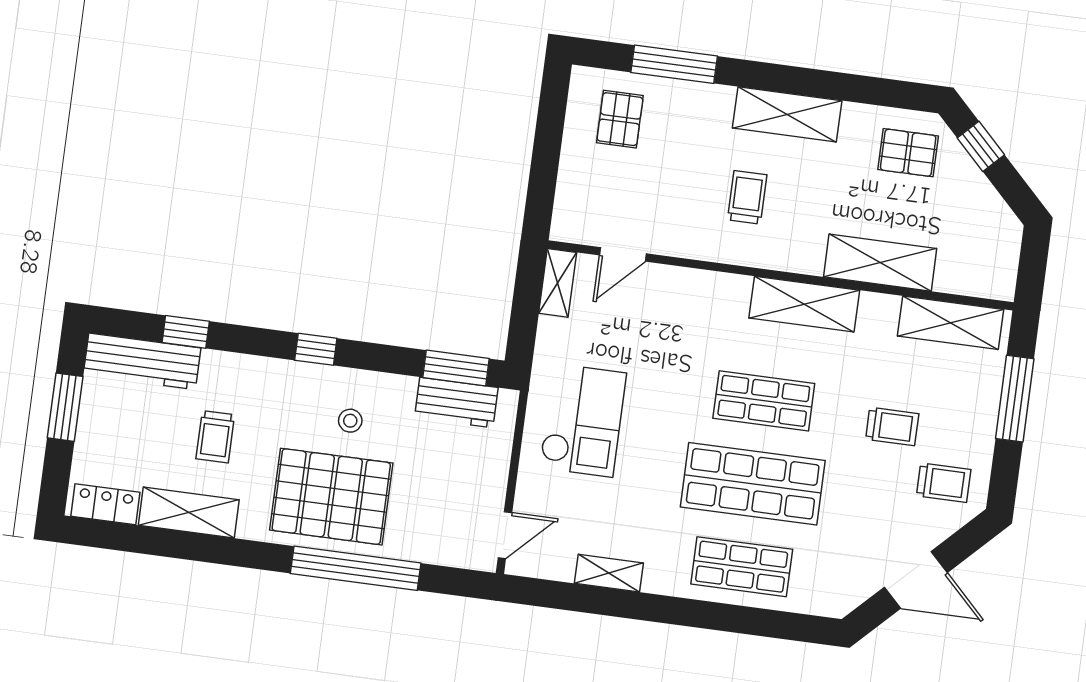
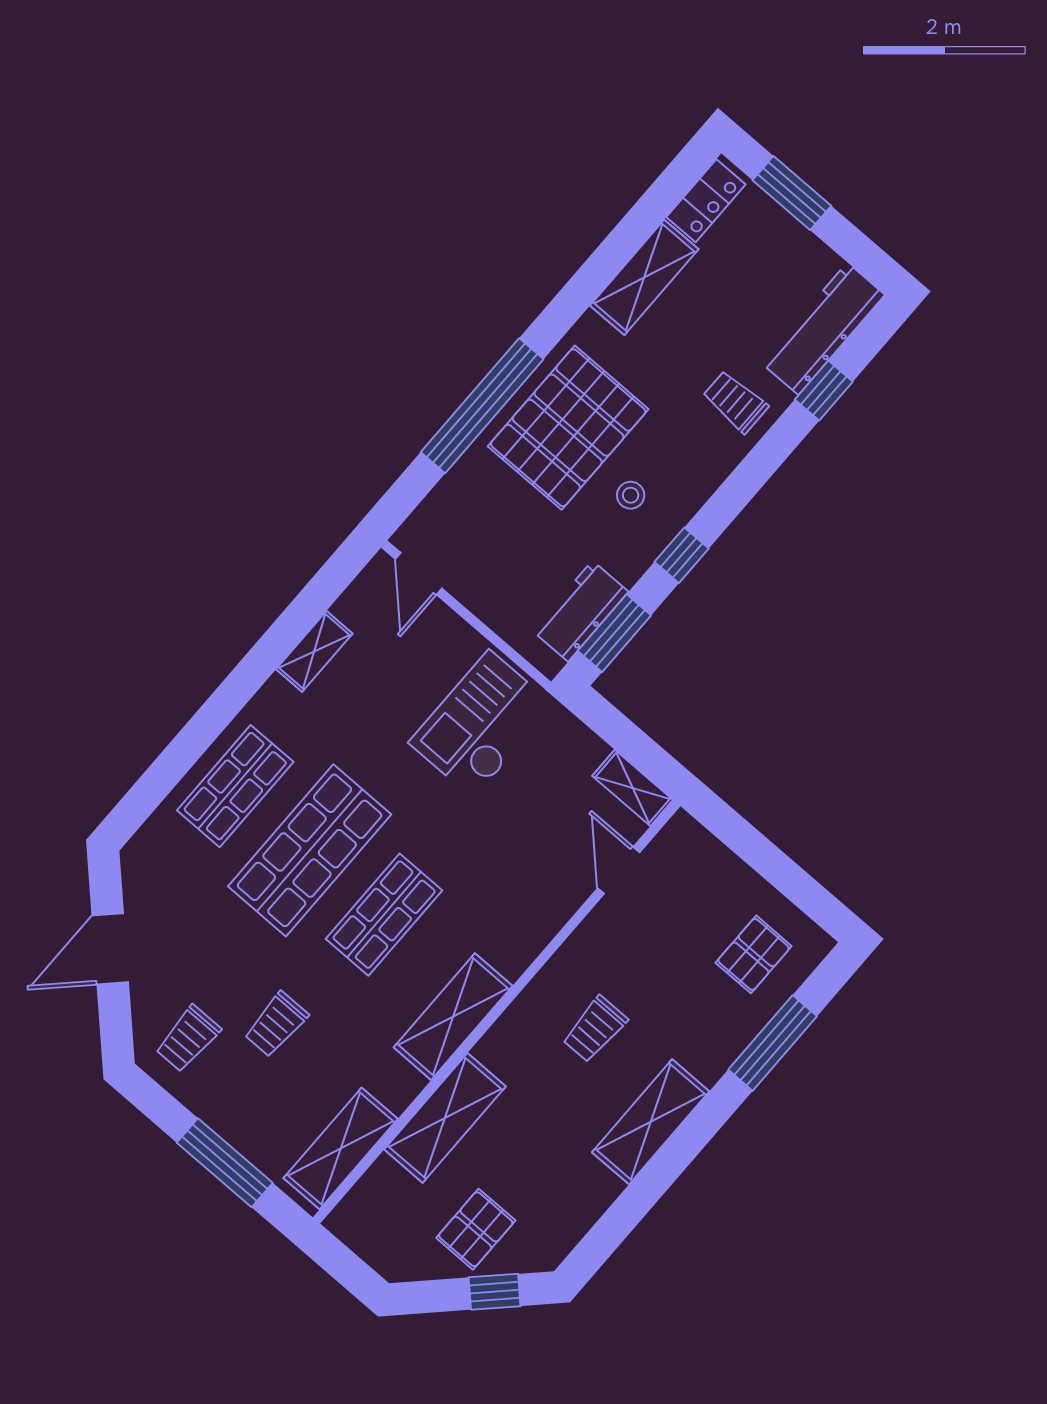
pallet: (620, 119) -> (754, 954), turned 90
pallet: (908, 153) -> (476, 1229), moved
trolley: (747, 197) -> (595, 1029), turned 90
window: (316, 349) -> (682, 555), moved
window: (65, 407) -> (792, 193), moved
checkout: (583, 420) -> (481, 724), turned 90
trolley: (215, 437) -> (735, 402), moved

